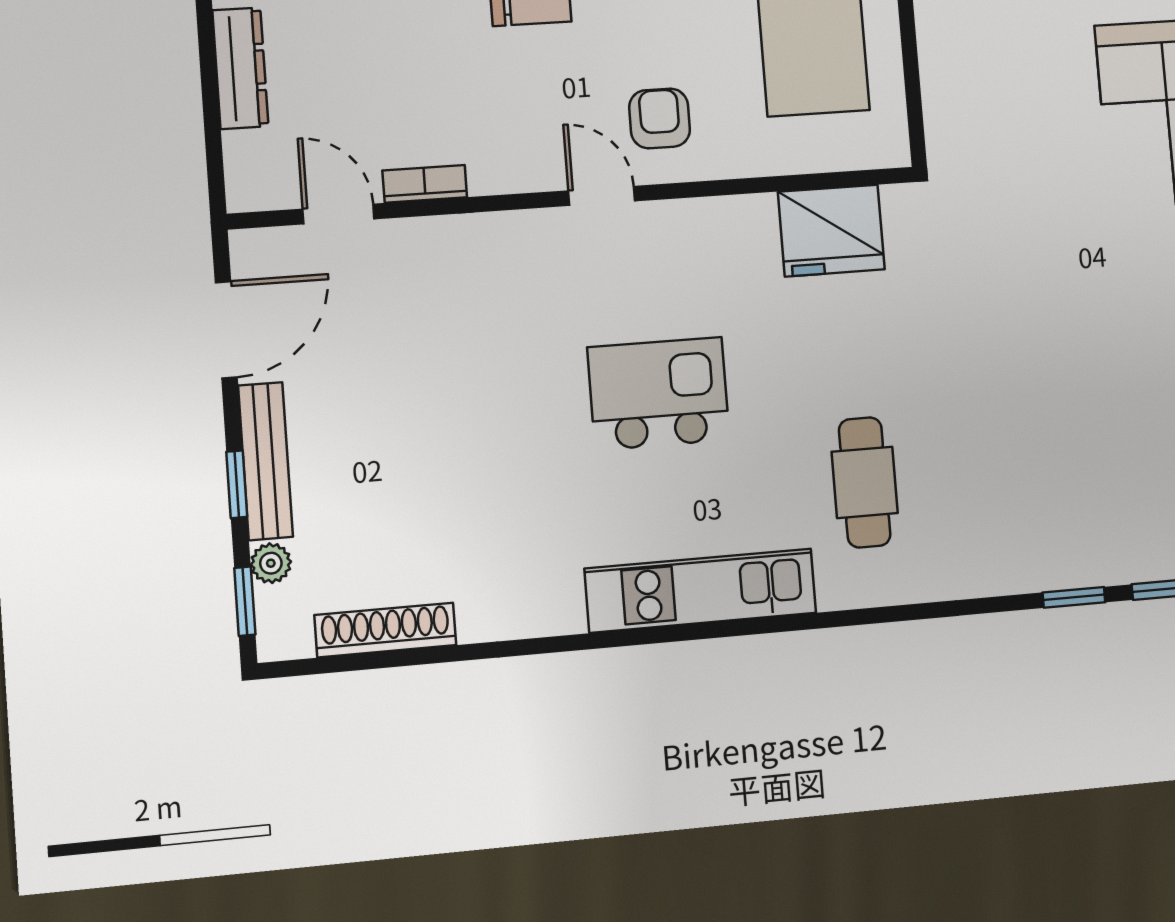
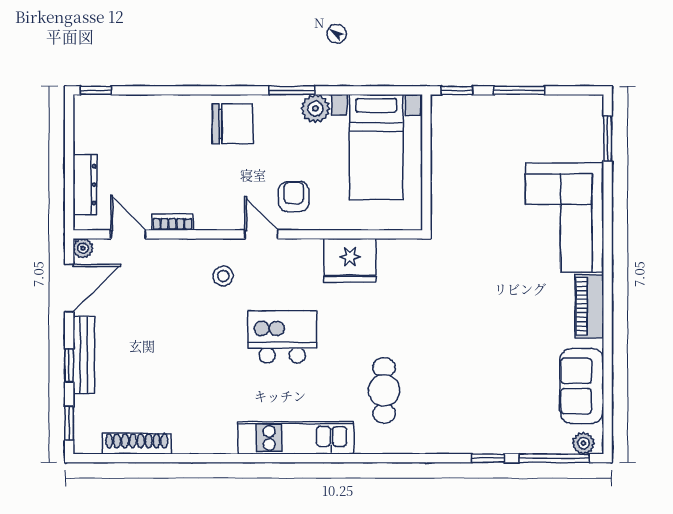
dresser: (240, 68) -> (85, 185), moved
fridge: (831, 231) -> (350, 260), moved
stool: (533, 283) -> (223, 276), added
plant: (271, 563) -> (83, 248), moved

